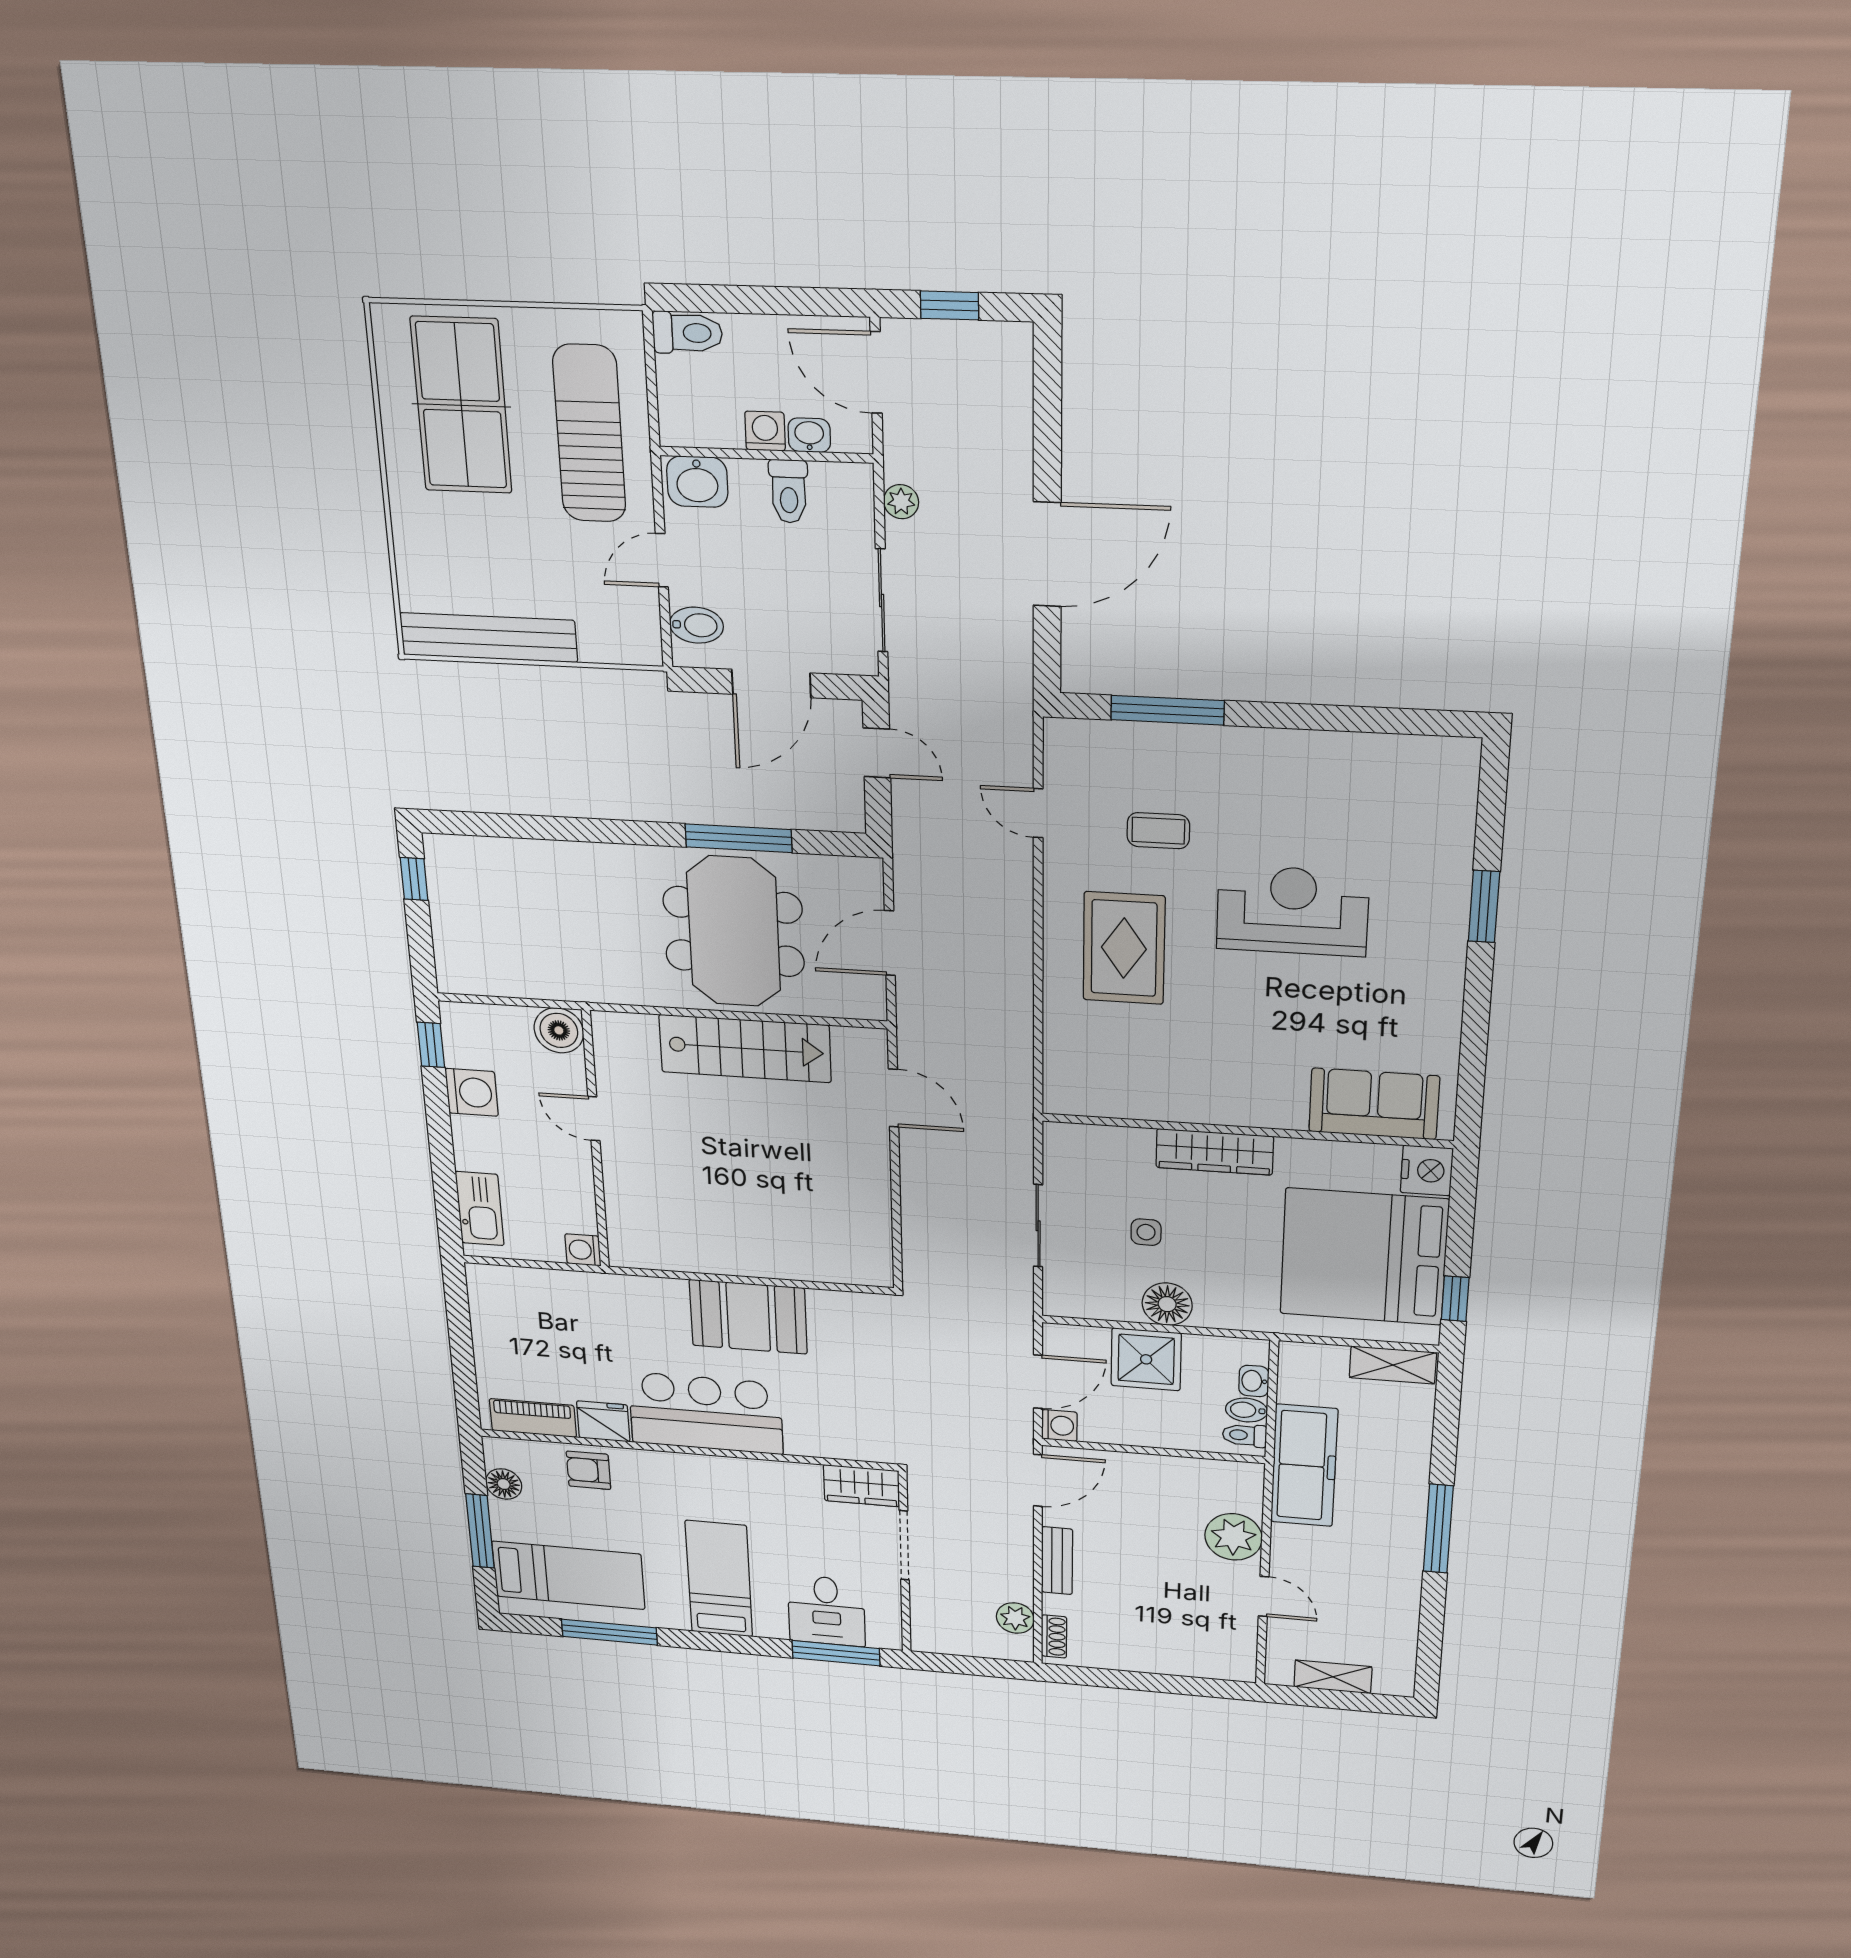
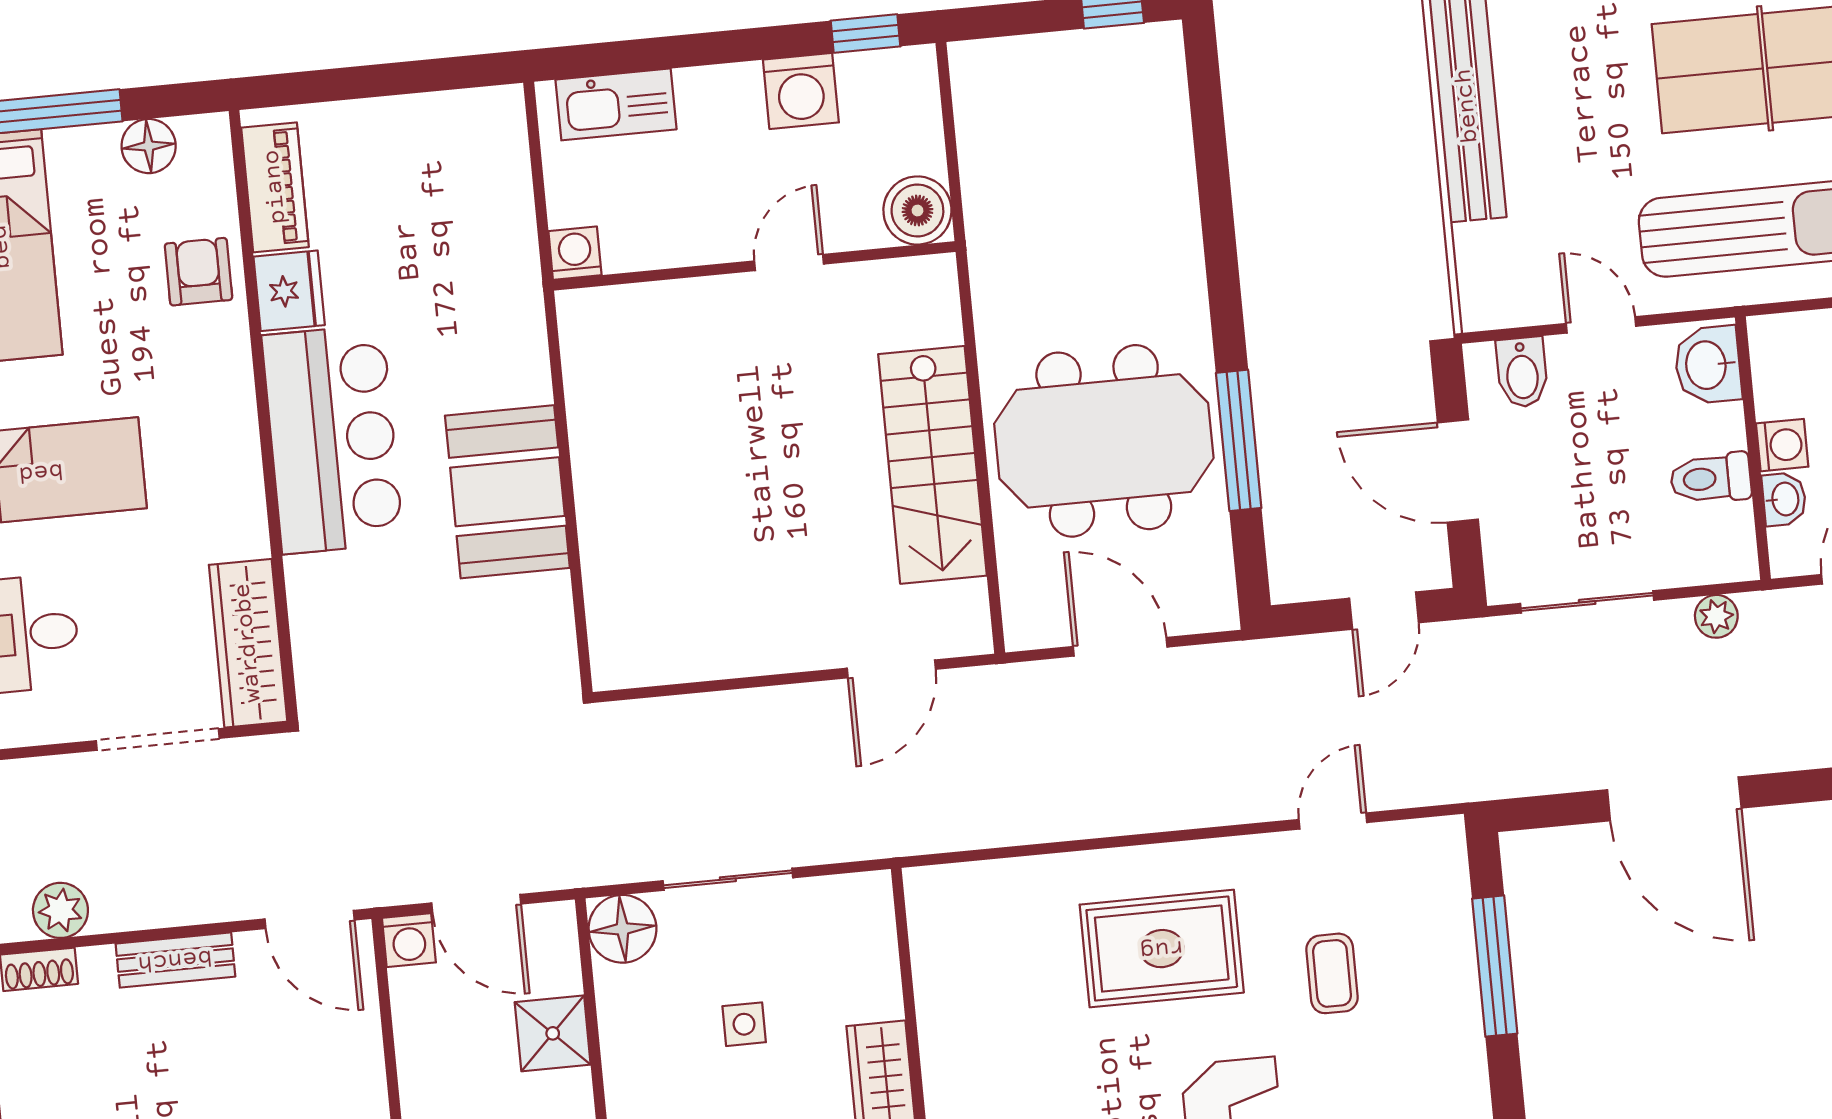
floor lamp: (1167, 1304) -> (623, 929), moved
shower: (1146, 1359) -> (553, 1033), width x0.73, depth x0.73
wardrobe: (861, 1486) -> (248, 643), width x1.50

